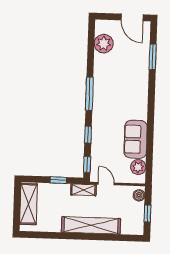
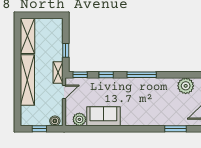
shelving: (29, 204) -> (28, 36), moved, turned 90

